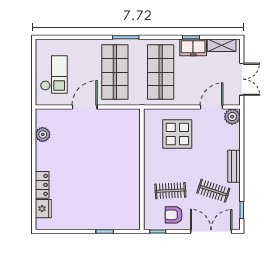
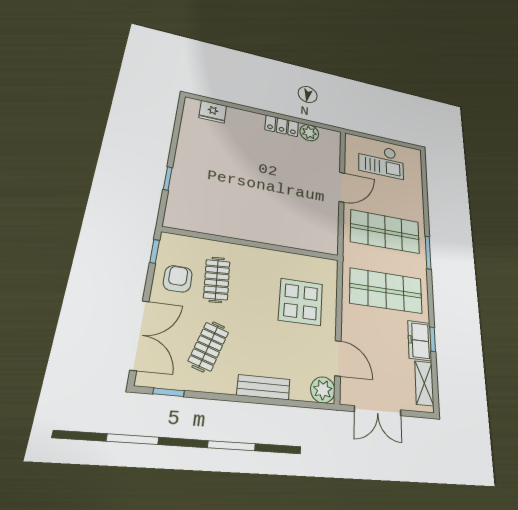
door: (85, 107) -> (342, 187), hinge flipped
bench: (234, 166) -> (264, 387), moved
locker: (42, 185) -> (282, 126), moved

